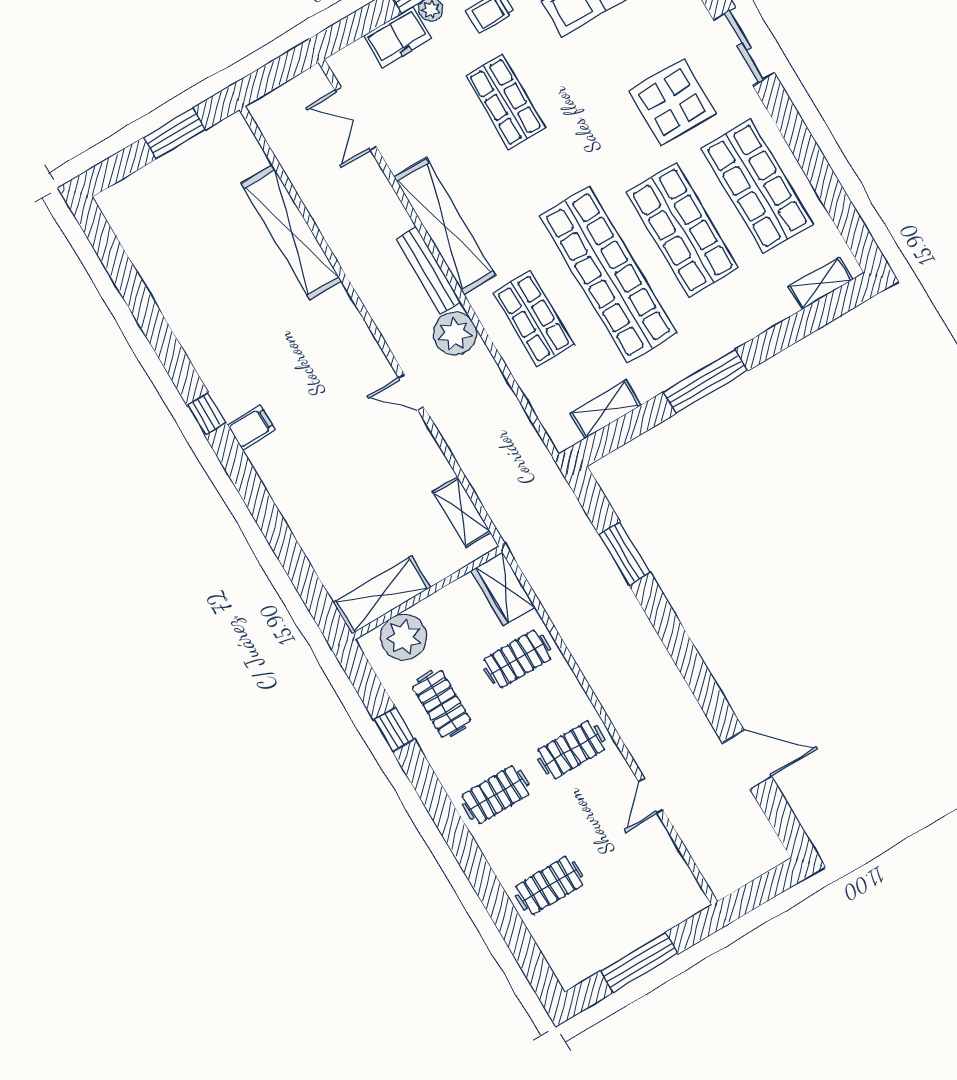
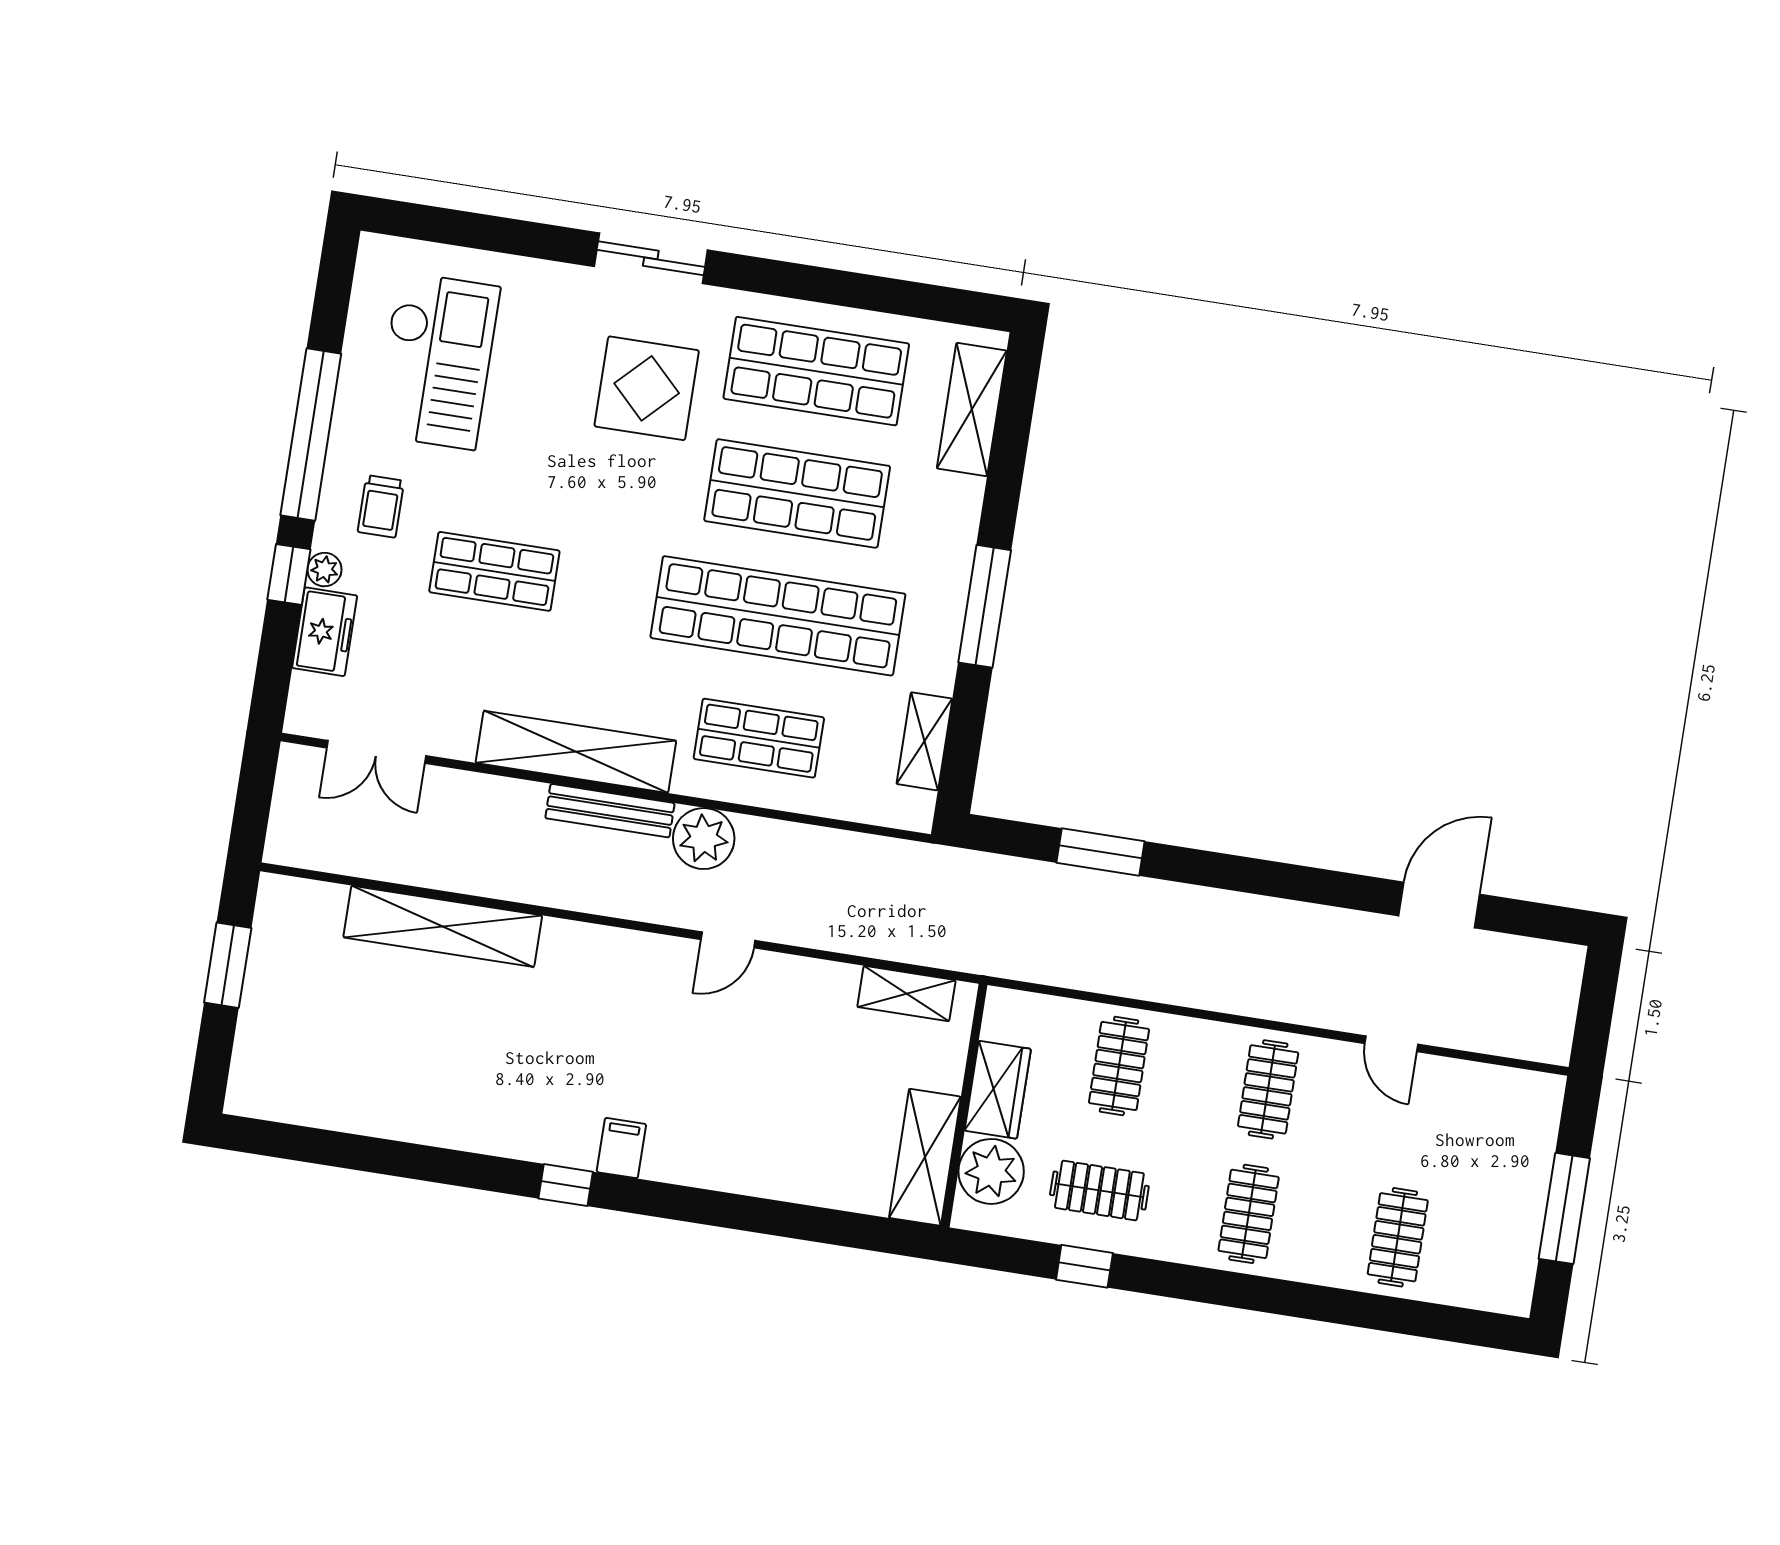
shelving: (821, 283) -> (972, 410), width x1.50, depth x1.33
wardrobe: (503, 589) -> (998, 1090), moved, turned -90

